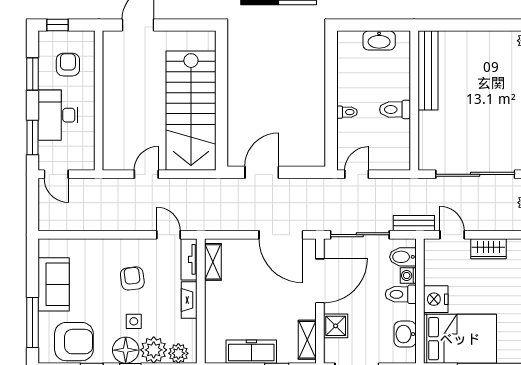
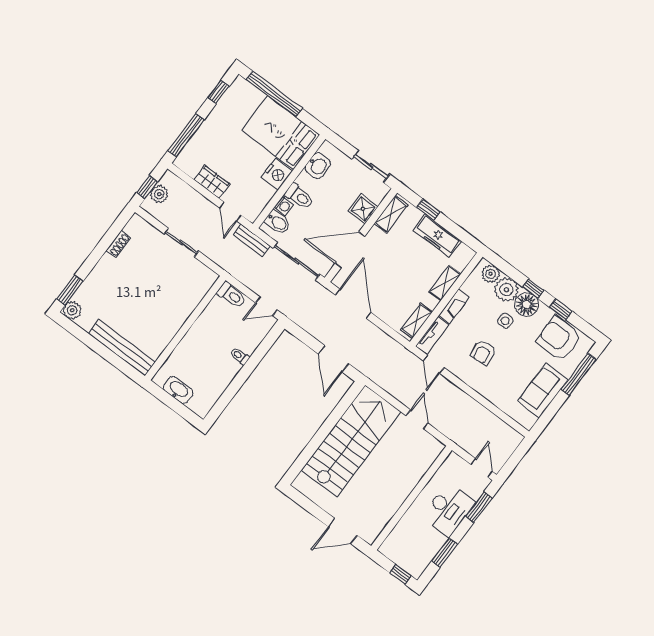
armchair: (68, 65) -> (414, 540), removed
bench: (428, 70) -> (122, 348), moved, turned 90
toilet: (395, 109) -> (232, 295), moved
door: (262, 172) -> (333, 359), hinge flipped
door: (146, 174) -> (417, 419), swing flipped
sliding door: (475, 174) -> (181, 242), width x0.54
shelving: (213, 315) -> (445, 283), added

